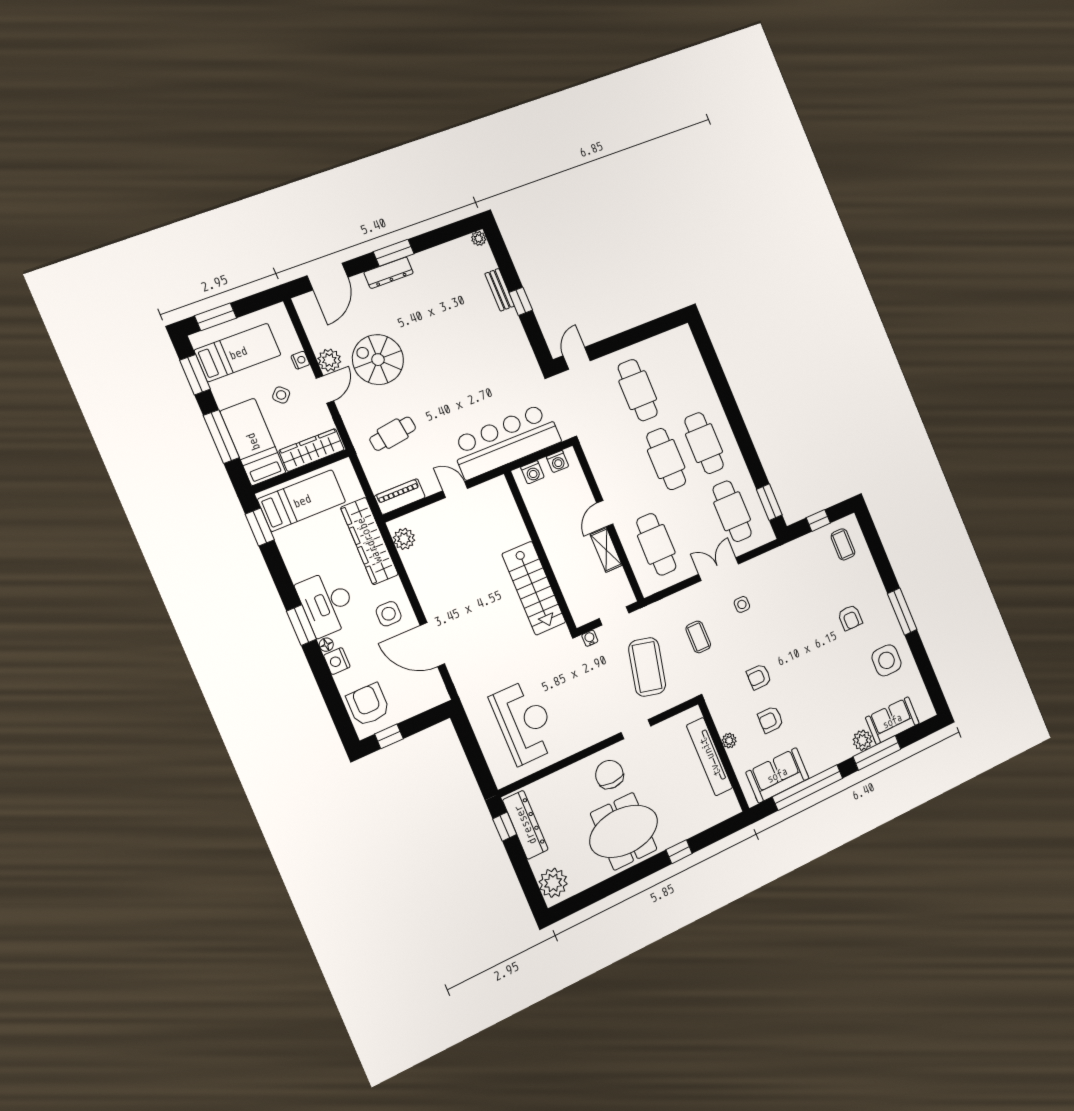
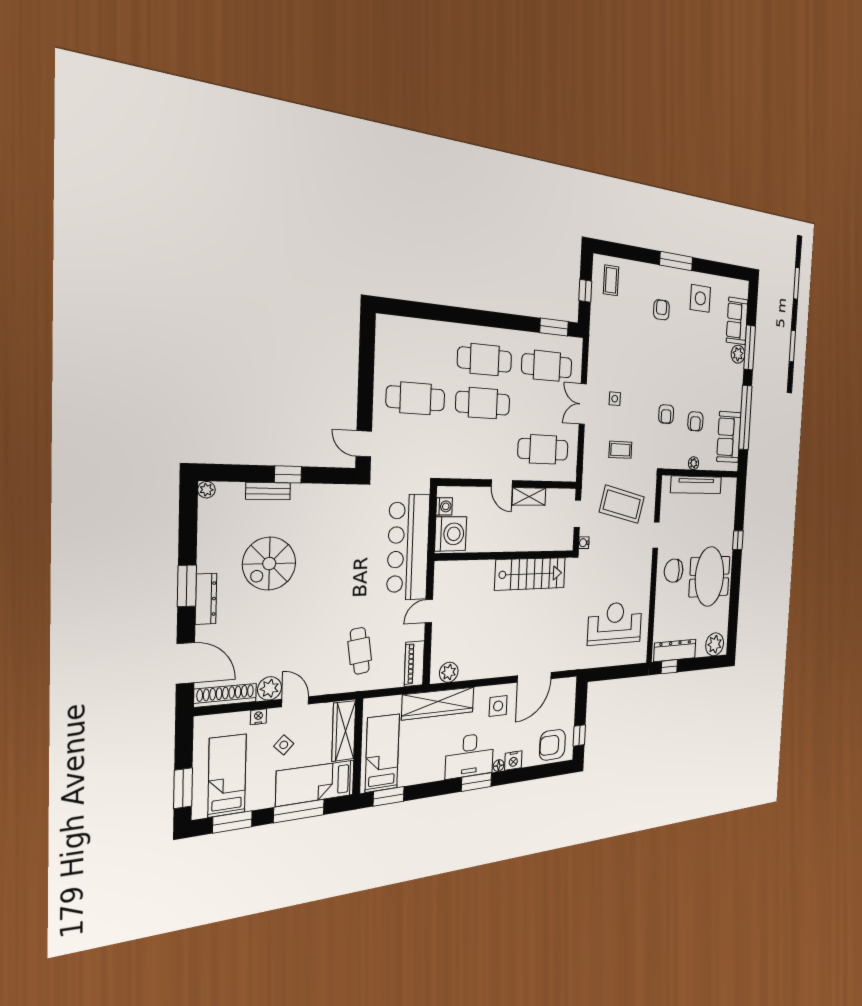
shoe rack: (310, 322) -> (225, 695), added
spiral stairs: (378, 360) -> (269, 564), moved
washing machine: (532, 472) -> (451, 534), width x1.89, depth x1.89
coffee table: (843, 544) -> (611, 280), turned 90
armchair: (850, 618) -> (661, 310), turned -90

